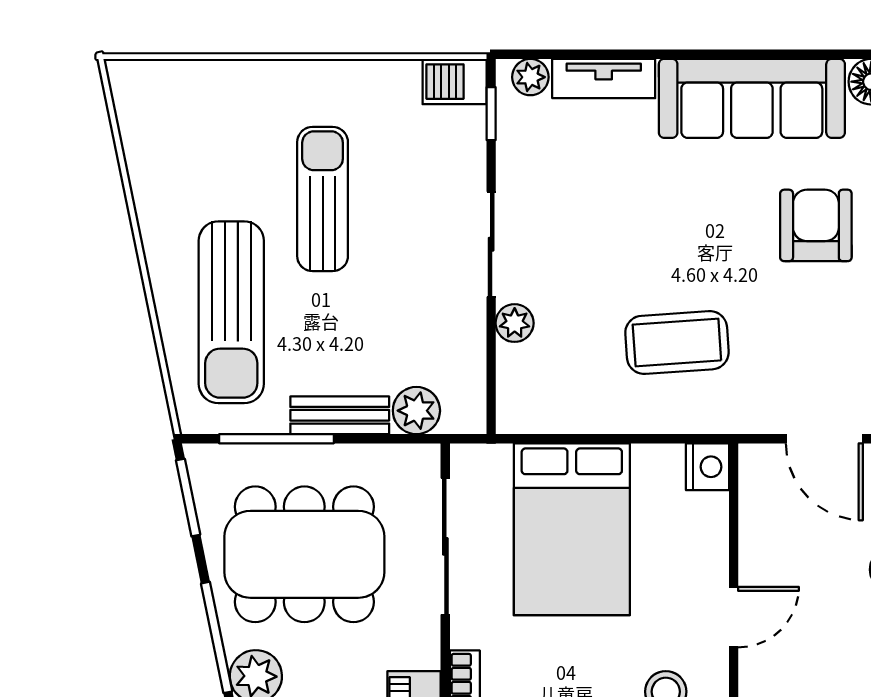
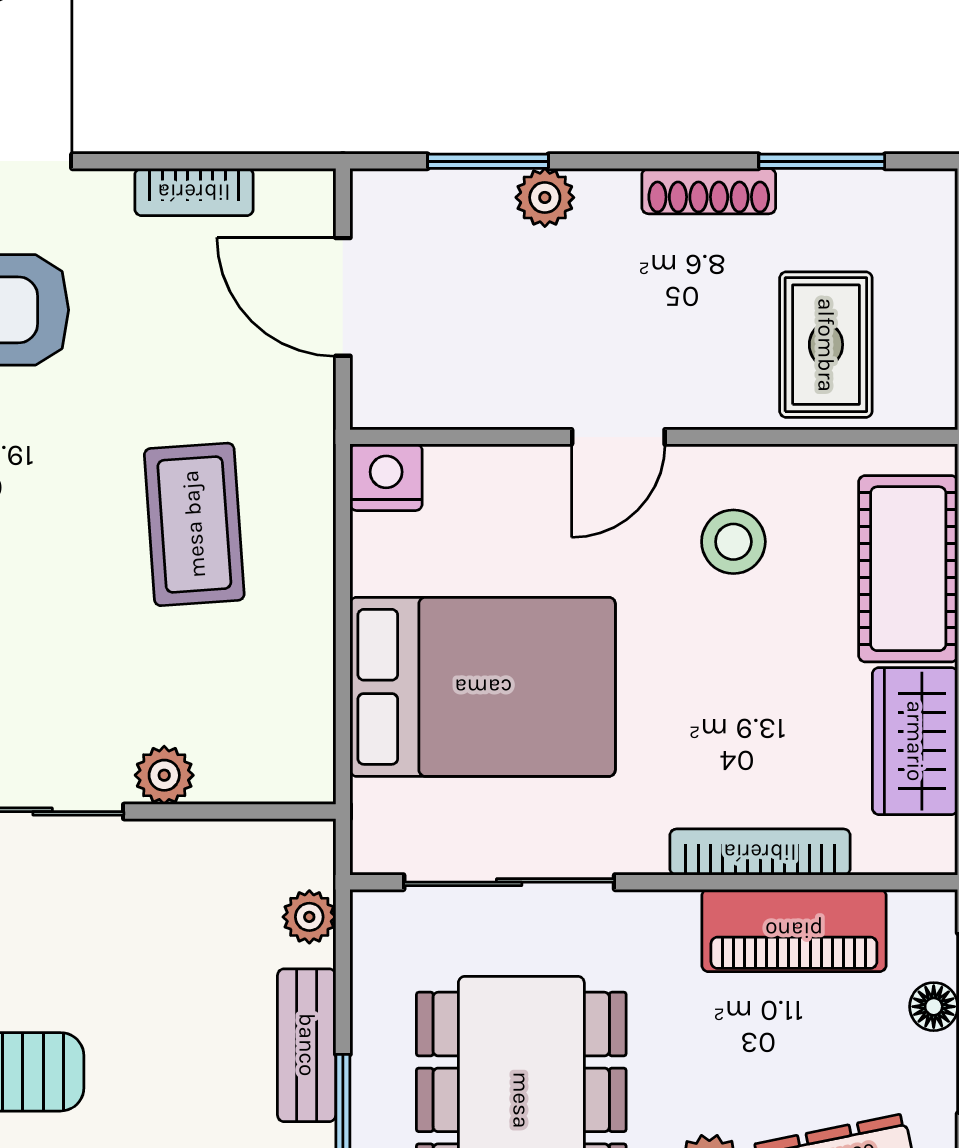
plant: (416, 411) -> (309, 917), width x0.73, depth x0.73
door: (824, 439) -> (343, 297), swing flipped
door: (734, 617) -> (618, 437), swing flipped

